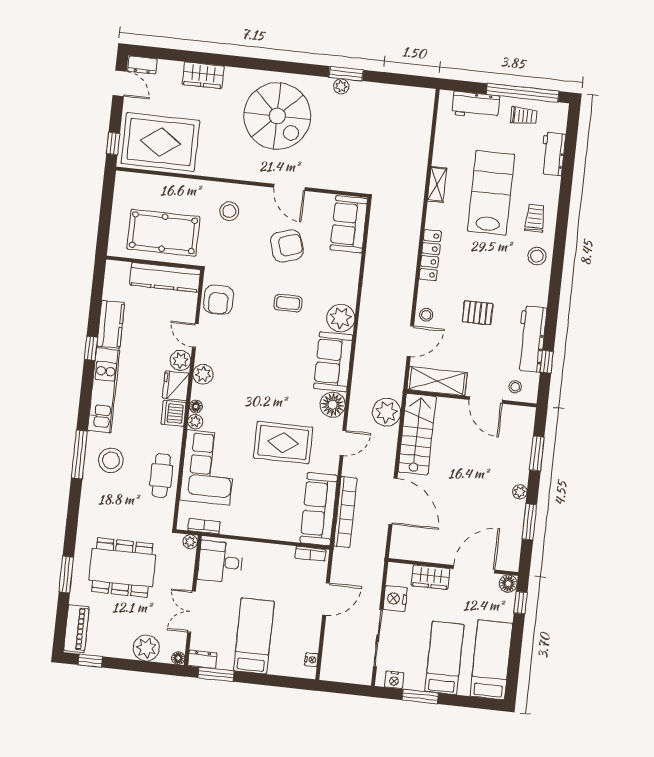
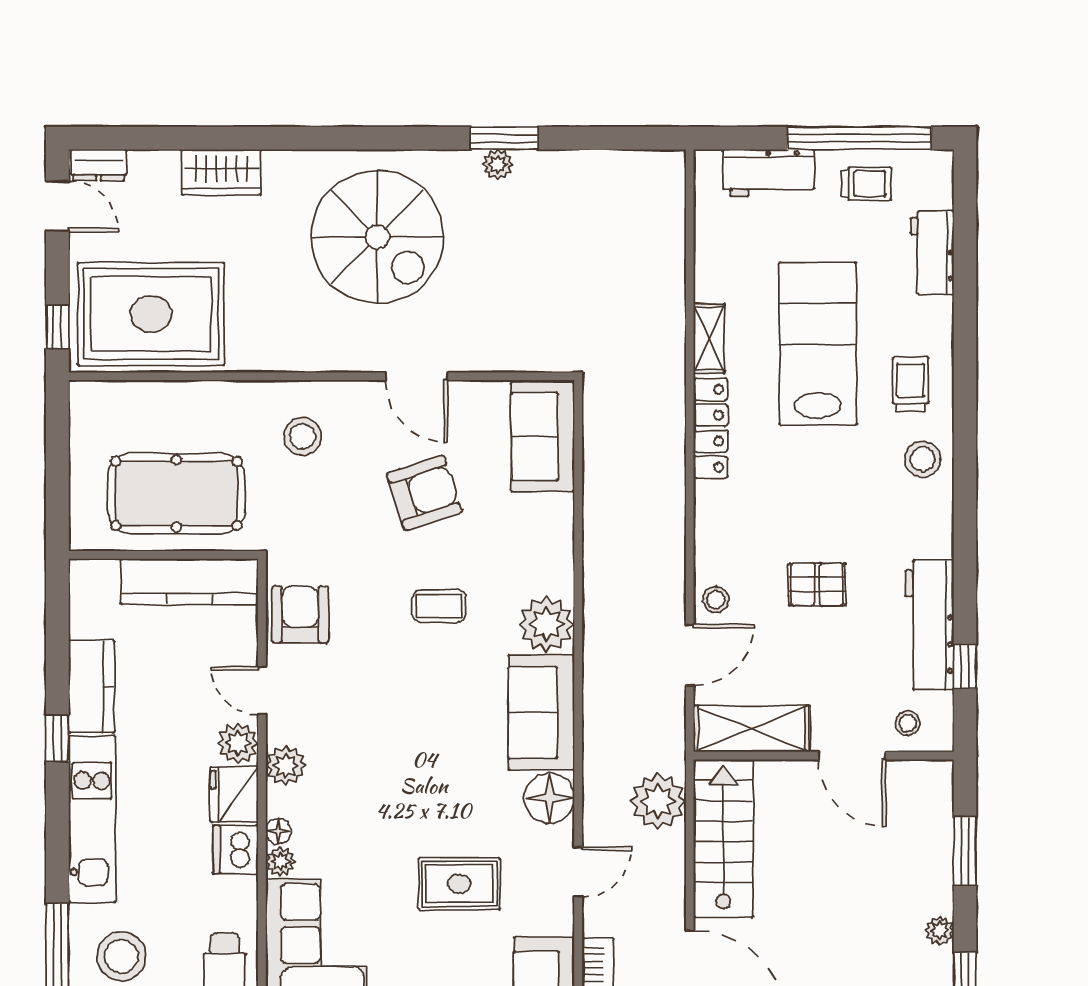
locker: (430, 255) -> (711, 428), moved
armchair: (219, 300) -> (300, 615), turned 180
rug: (283, 442) -> (459, 884), width x0.73, depth x0.70

